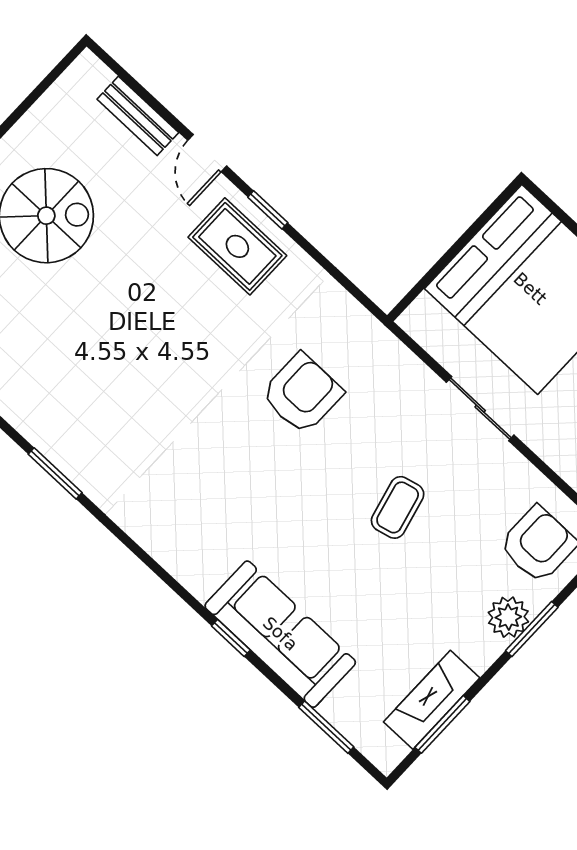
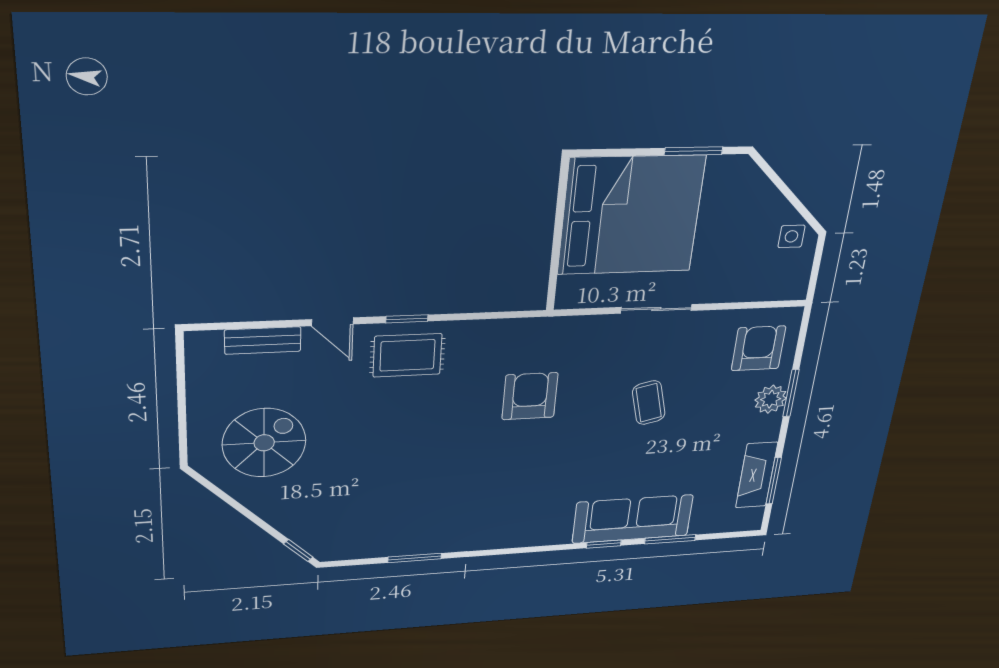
window: (326, 727) -> (670, 539), moved

